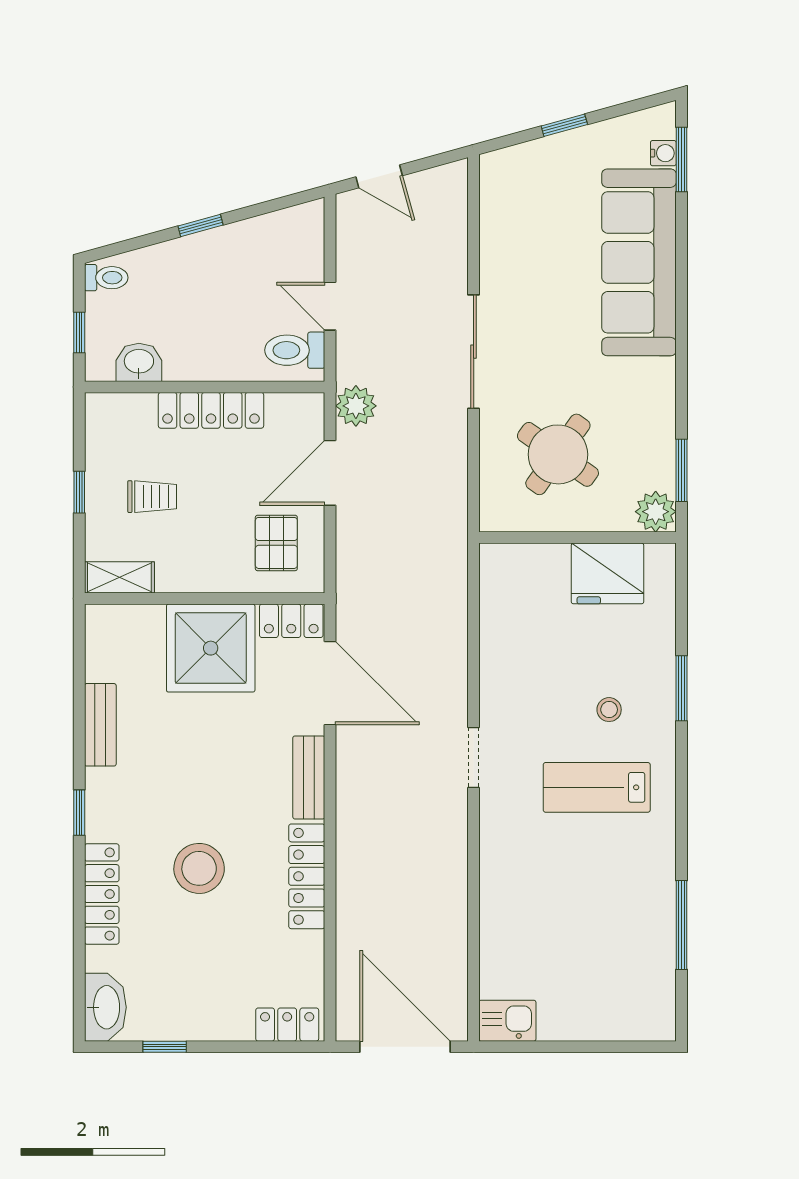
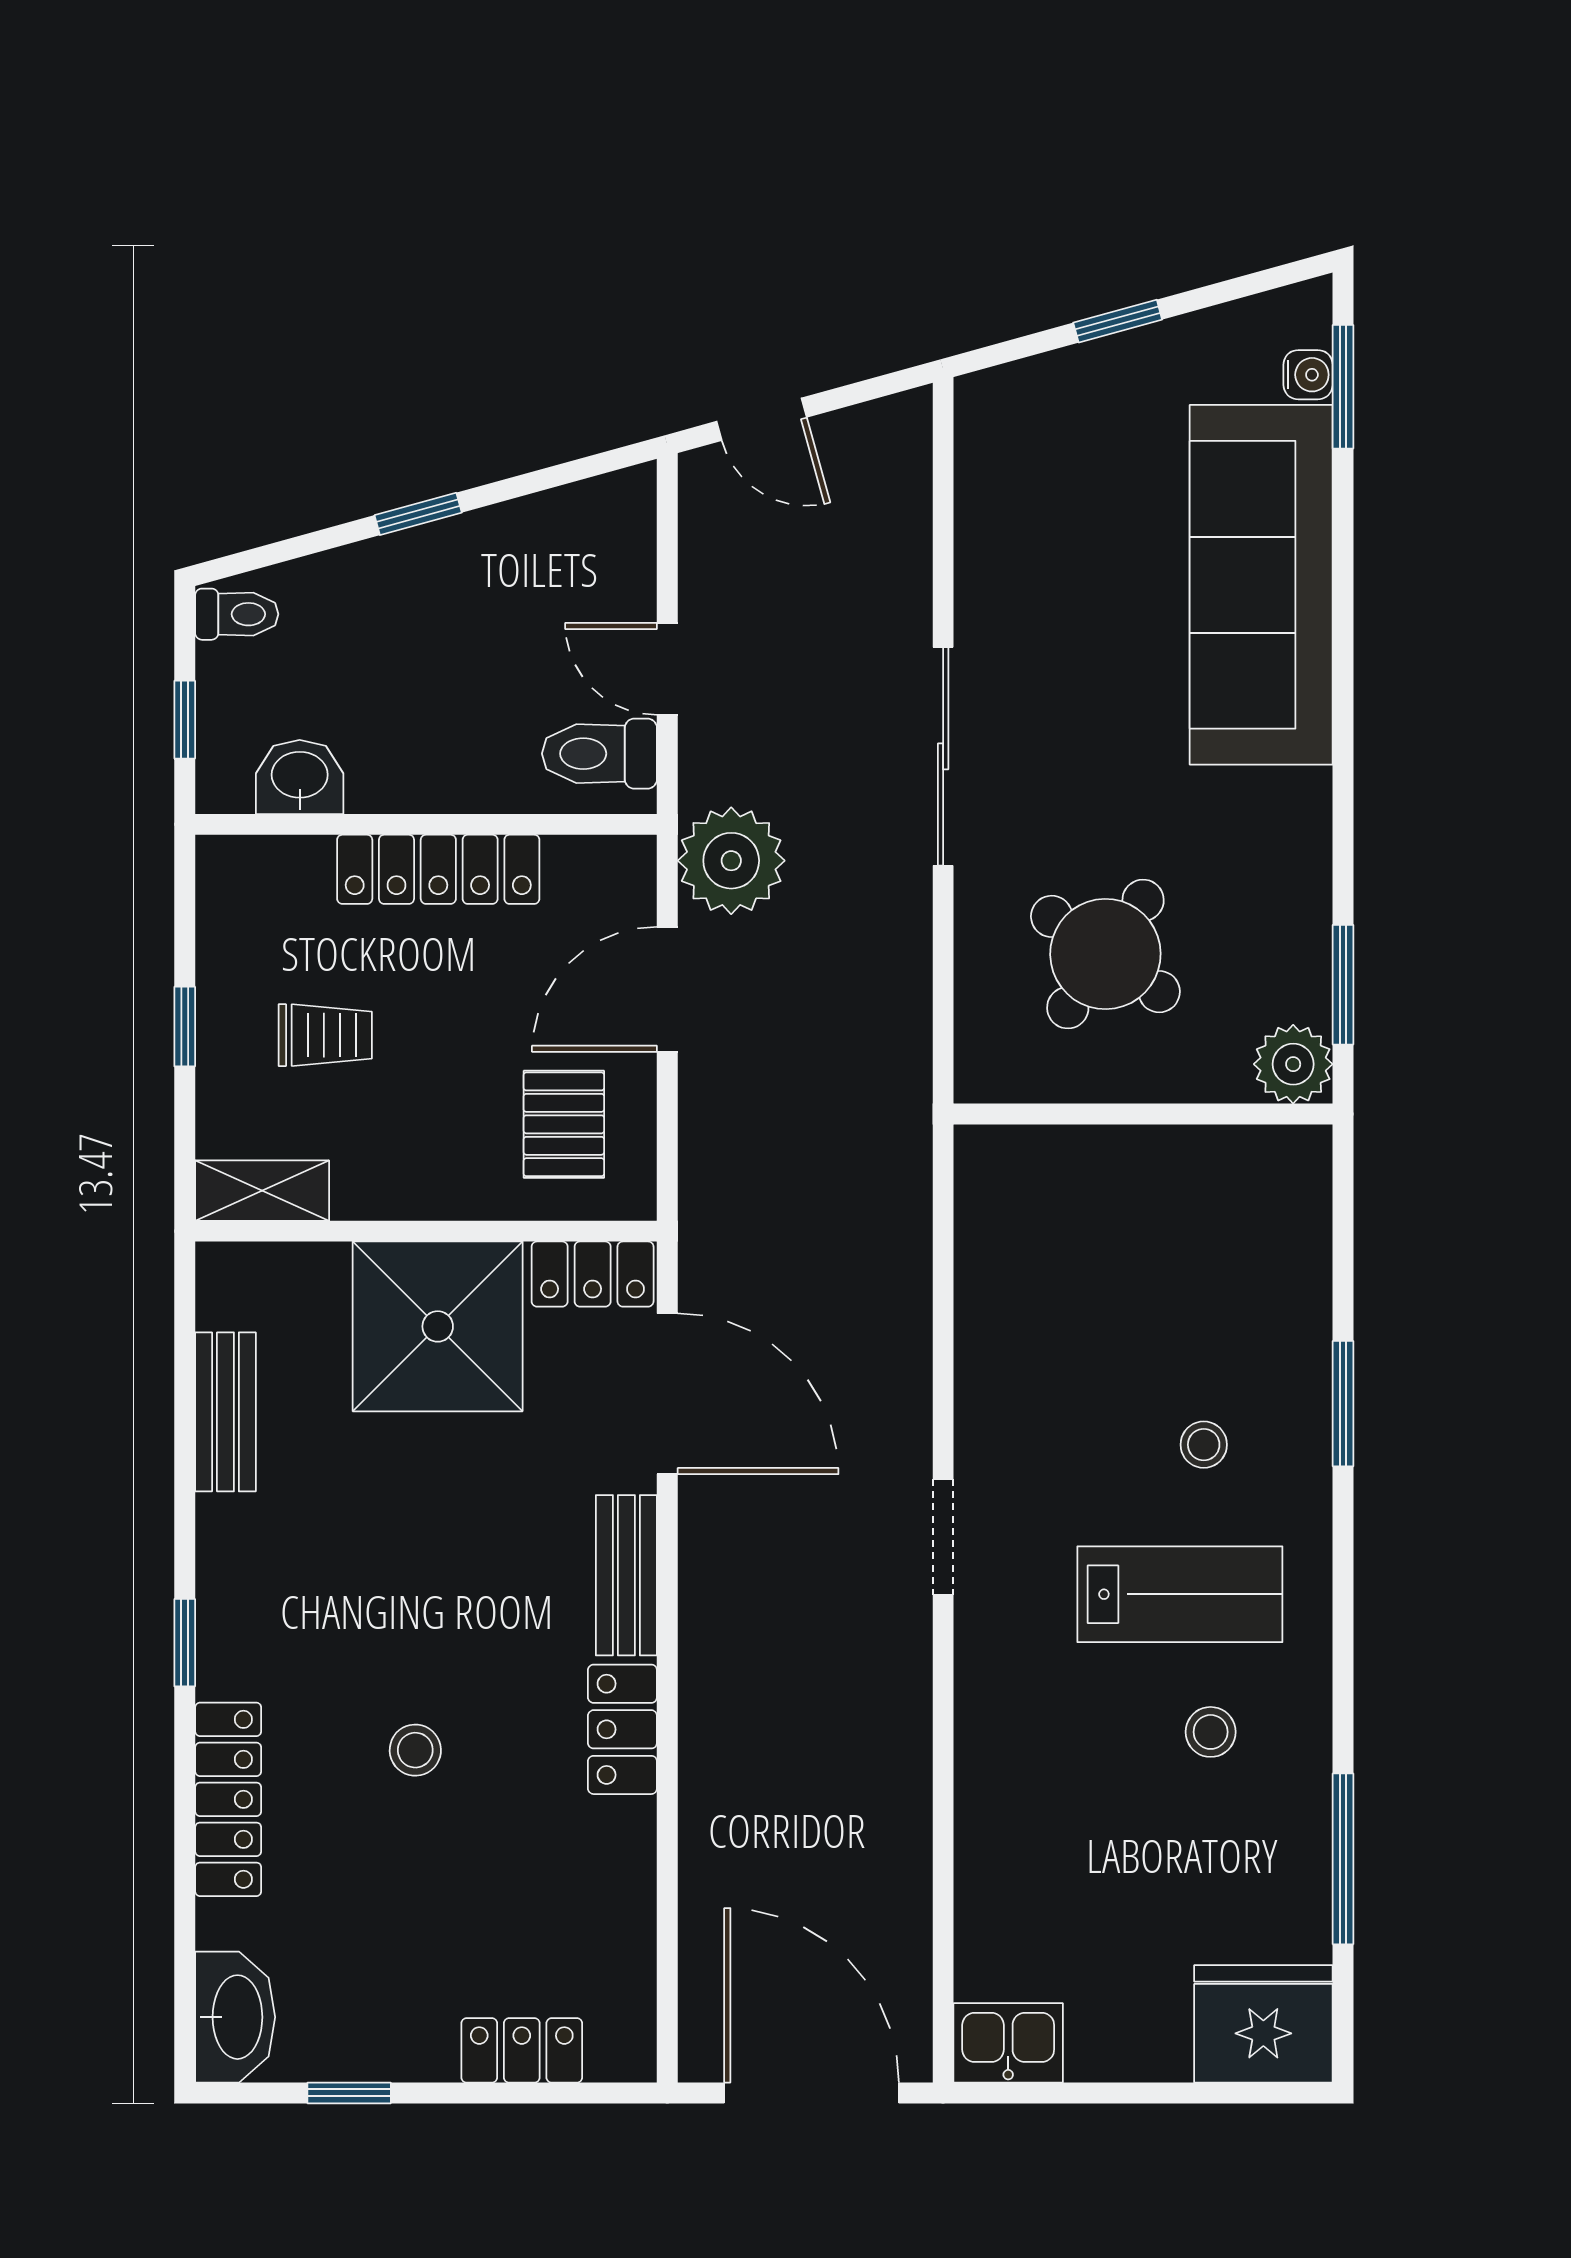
plant: (356, 406) -> (731, 861), width x1.36, depth x1.36
fridge: (607, 573) -> (1263, 2024), moved, turned 180
bench: (100, 725) -> (225, 1412), moved
lab bench: (597, 787) -> (1180, 1594), turned 180
stool: (613, 859) -> (1211, 1732), added
stool: (199, 868) -> (415, 1750), width x0.53, depth x0.53
locker: (307, 876) -> (622, 1729), width x0.66
locker: (287, 1025) -> (522, 2050), moved

